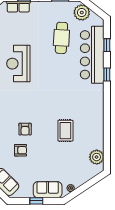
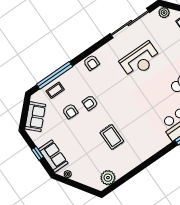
reception desk: (18, 64) -> (140, 60), turned 180
rug: (65, 131) -> (112, 137), turned 90

